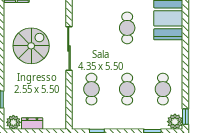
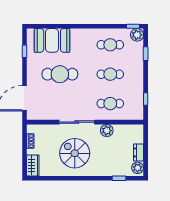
cafe table: (127, 28) -> (60, 74), width x1.37, depth x1.35
plant: (59, 85) -> (107, 131), added

